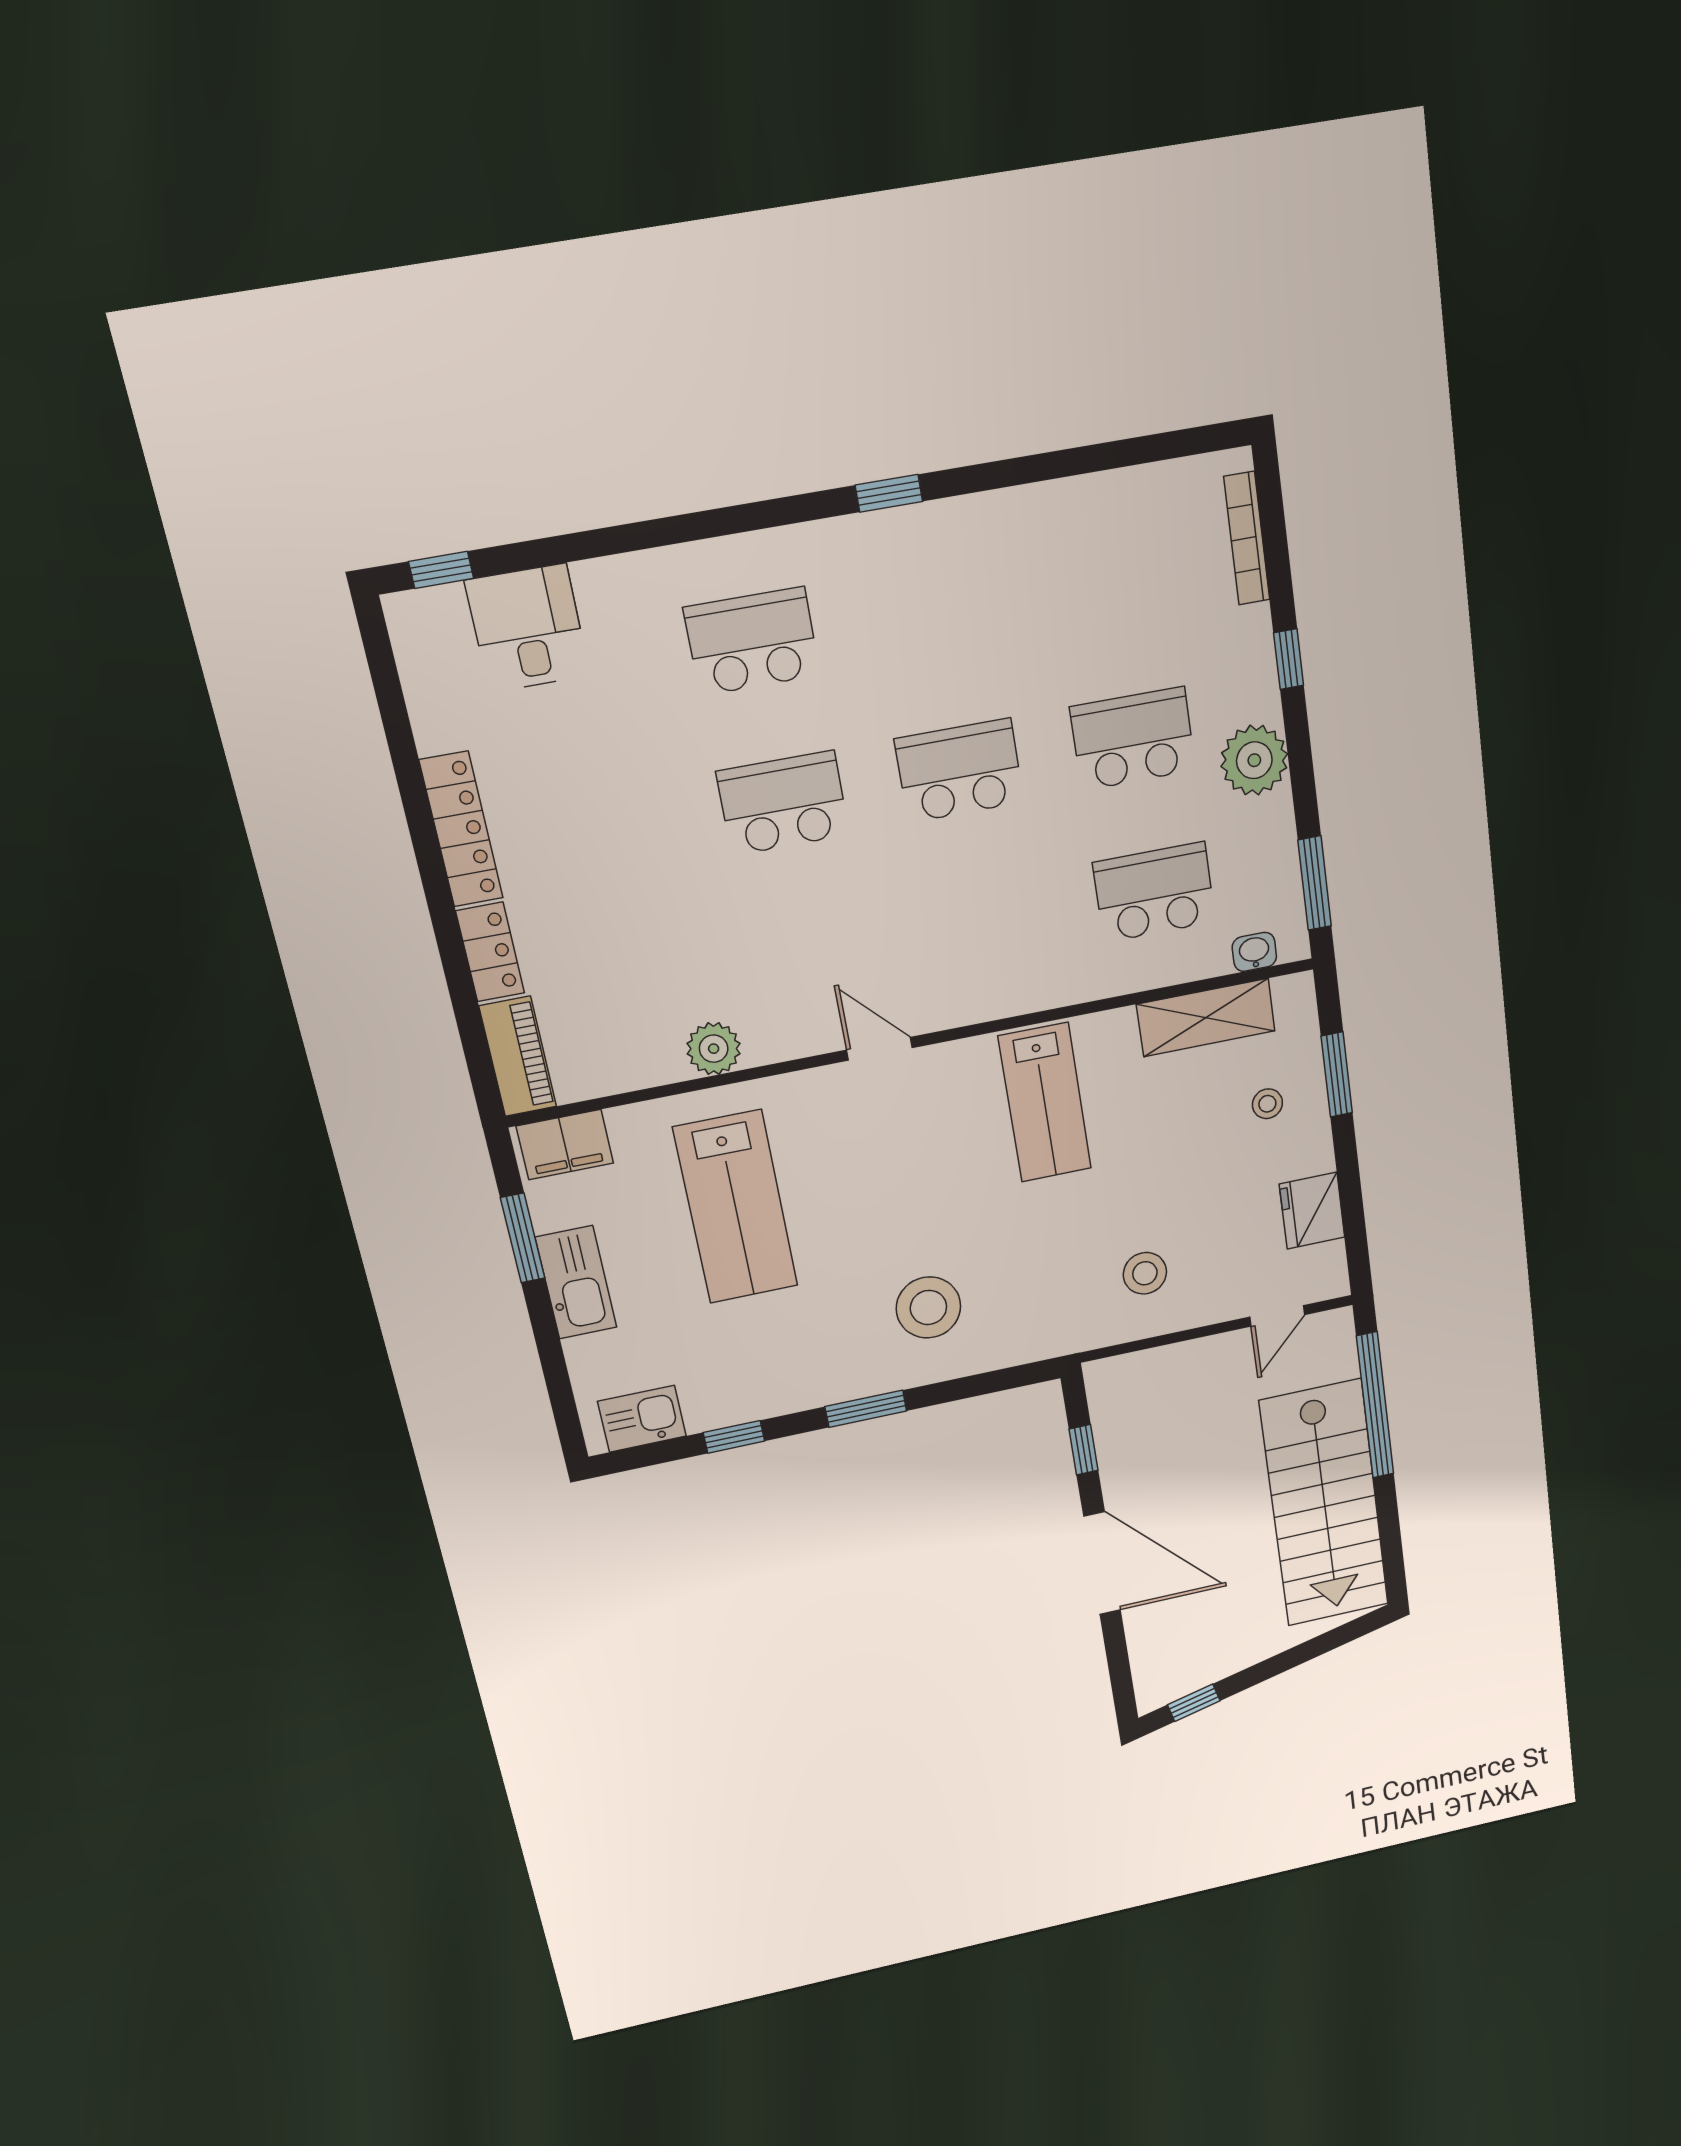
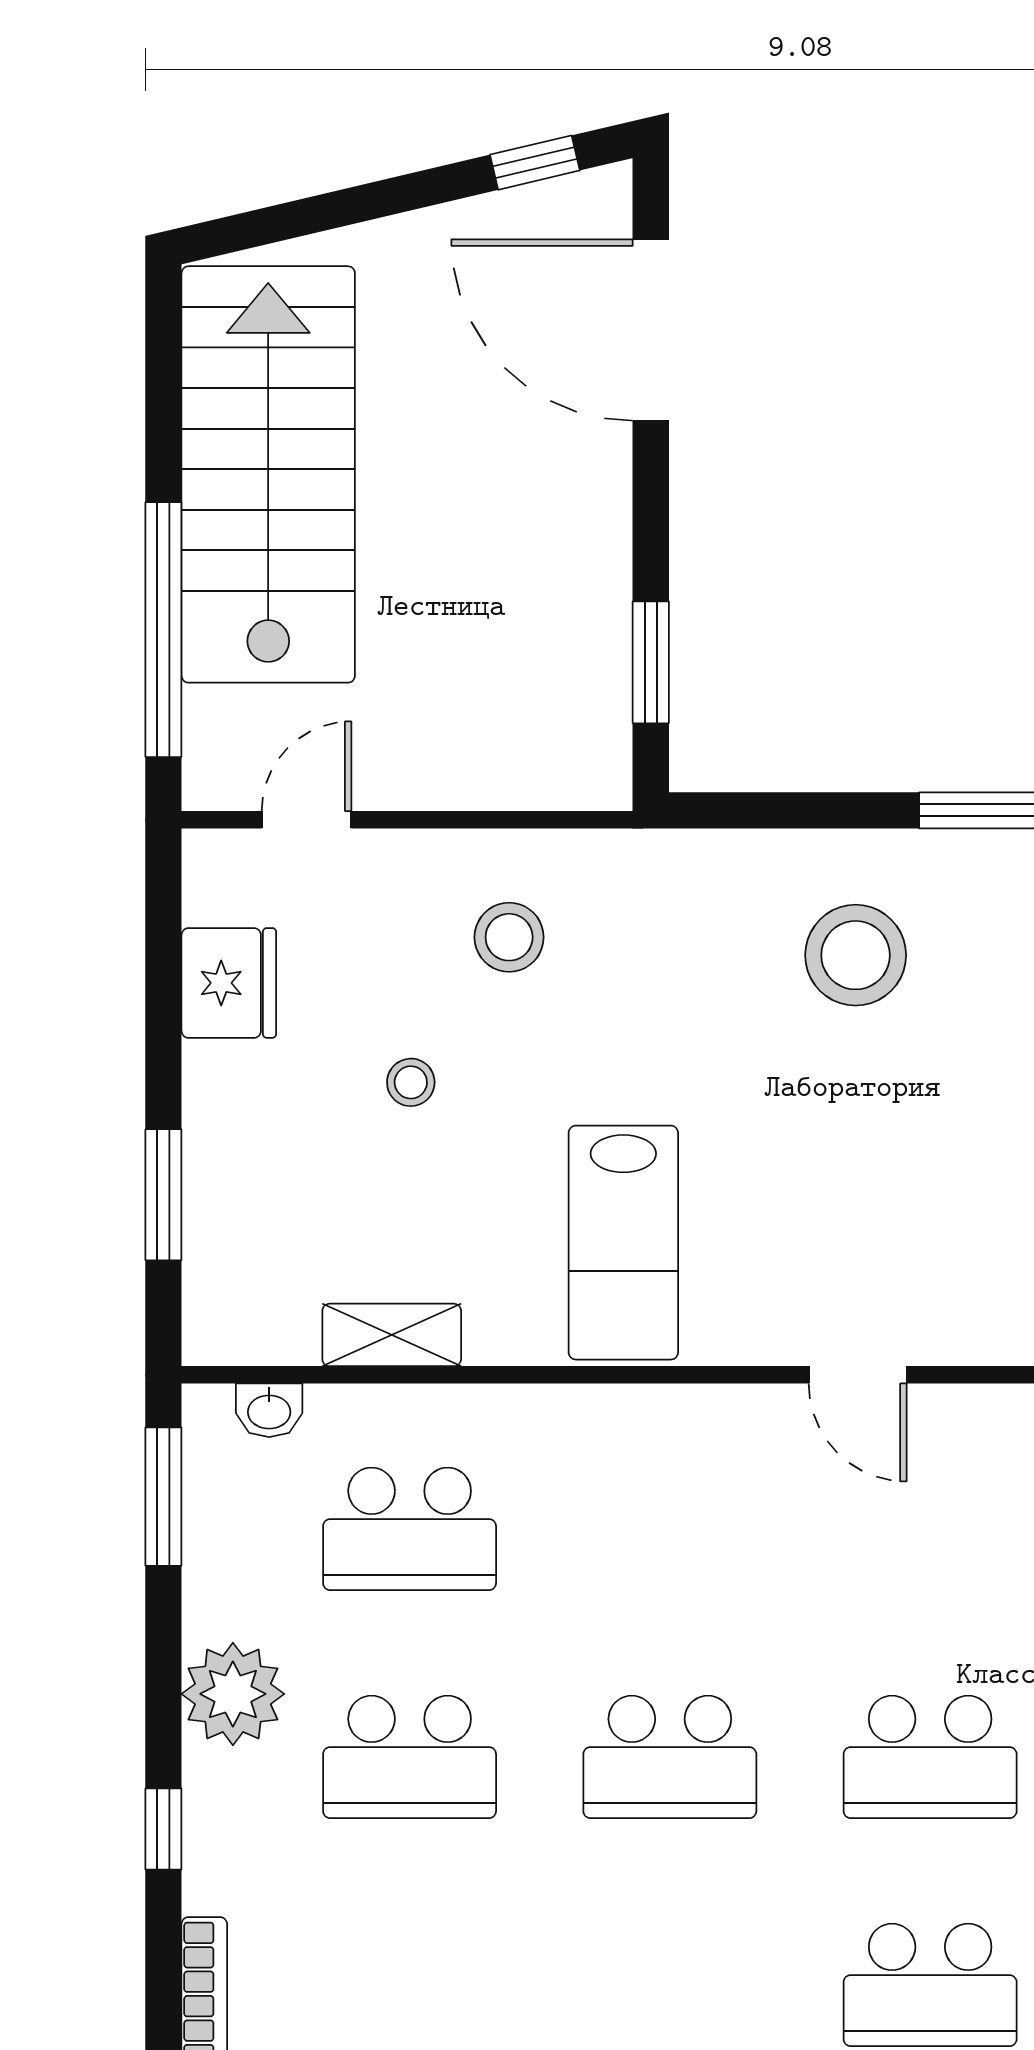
shelving: (1206, 1018) -> (392, 1335), width x0.67, depth x0.75
lab bench: (1045, 1103) -> (623, 1243), turned 180
stool: (1267, 1104) -> (411, 1082), moved
window: (1084, 1450) -> (651, 662), width x1.50
door: (1102, 1563) -> (651, 330), moved

